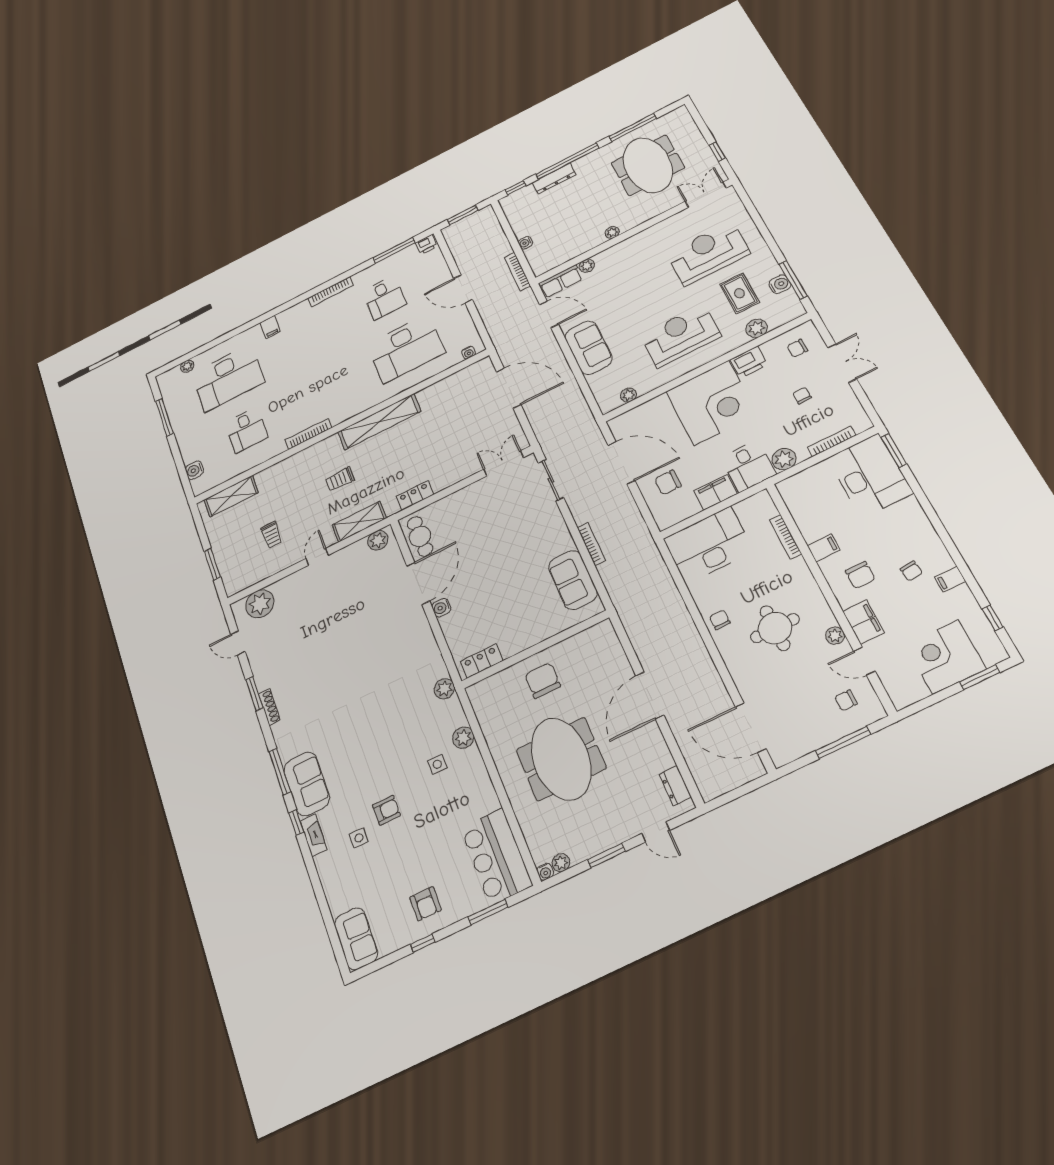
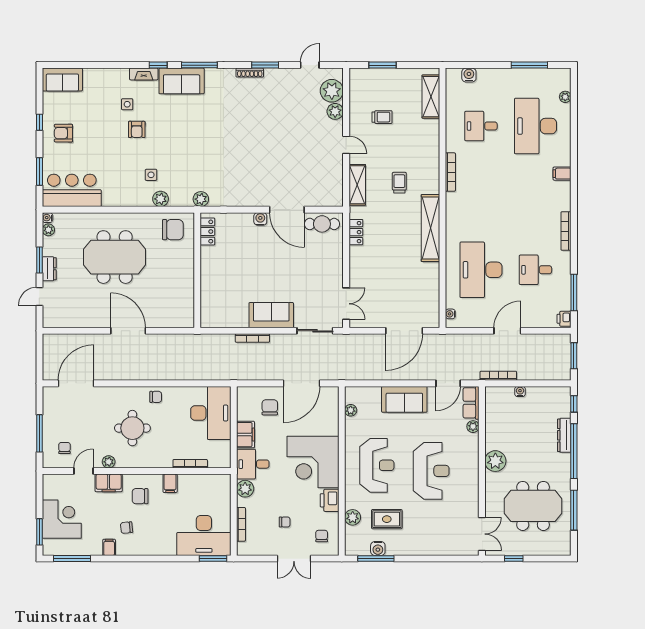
plant: (612, 232) -> (495, 461), width x1.87, depth x1.87
reception desk: (708, 253) -> (431, 471), moved
trolley: (272, 535) -> (382, 117), turned 180
plant: (378, 540) -> (335, 111), moved
sofa: (573, 580) -> (271, 315), moved
window: (993, 618) -> (72, 559), width x2.17
chair: (543, 680) -> (173, 230), moved
dresser: (675, 786) -> (49, 269), moved, turned 90

